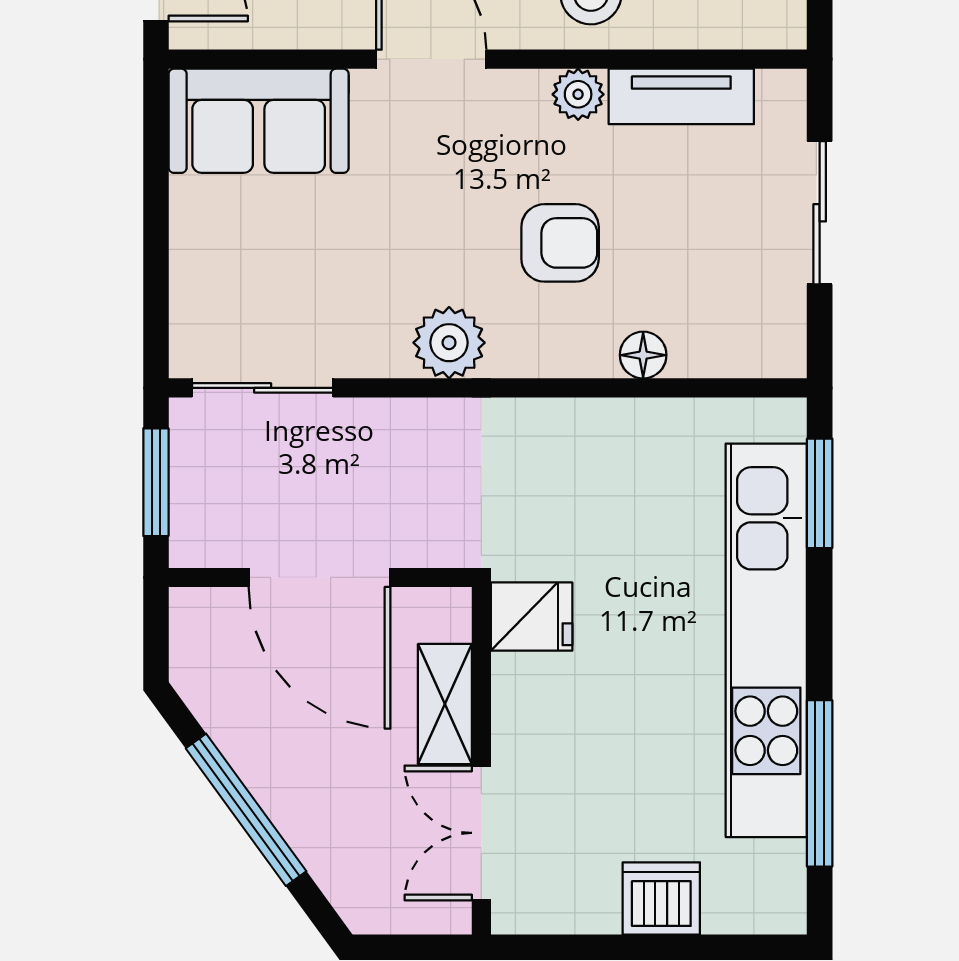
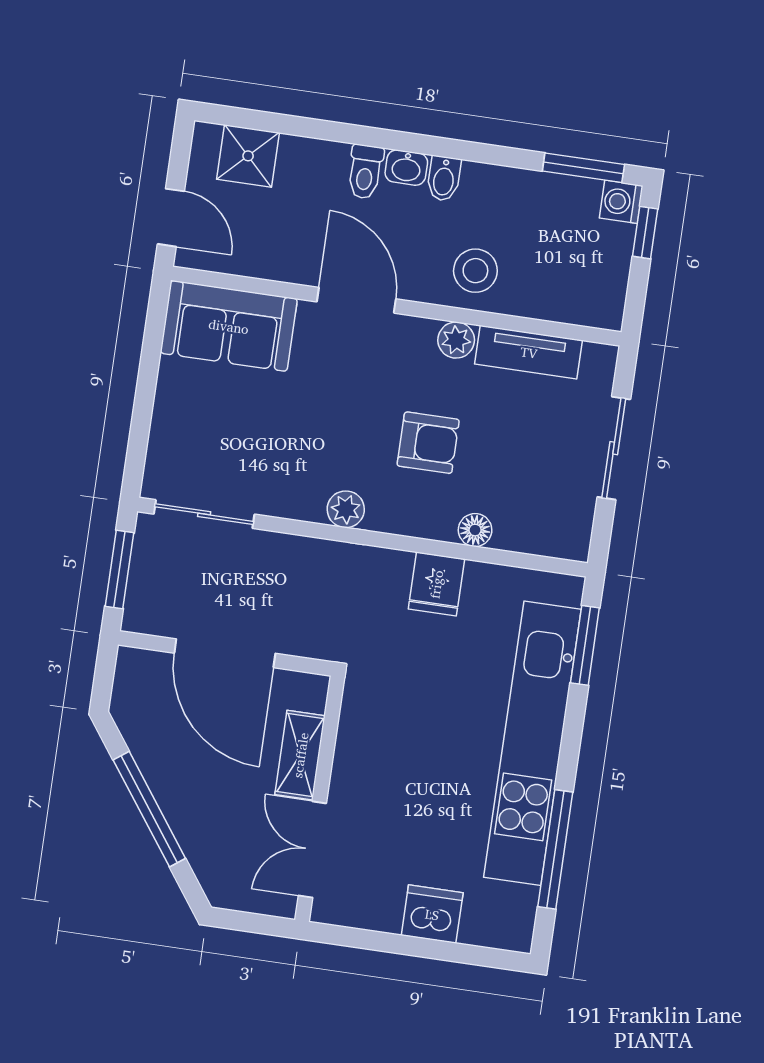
plant: (449, 343) -> (346, 509), width x0.73, depth x0.73
fridge: (532, 617) -> (436, 584), moved, turned 90

